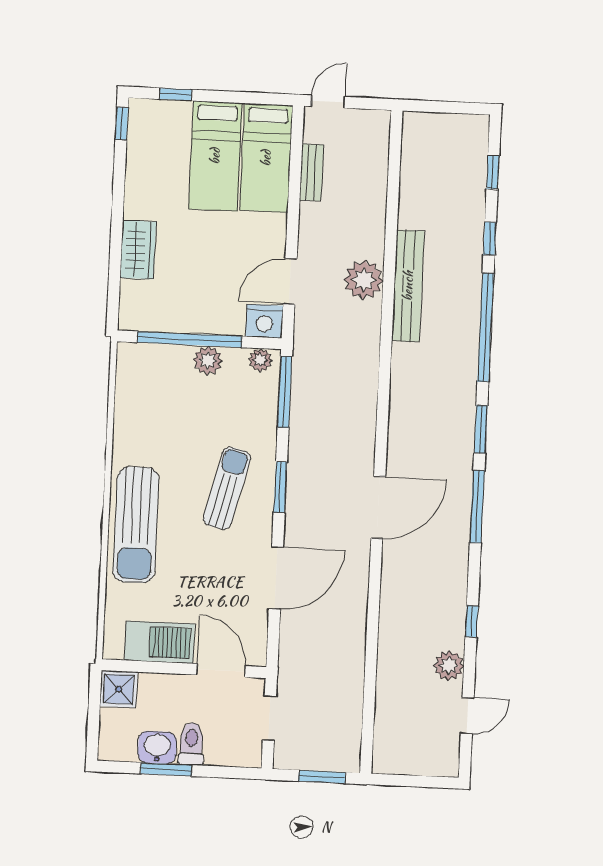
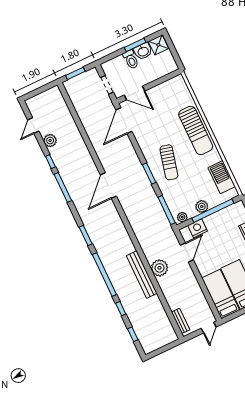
bench: (311, 172) -> (181, 321), moved
nightstand: (264, 321) -> (198, 228), moved
window: (477, 507) -> (63, 187), moved
sun lounger: (136, 525) -> (196, 130), turned 180
door: (276, 578) -> (124, 121), moved
barbecue: (159, 642) -> (222, 177), moved, turned 90
shower: (119, 689) -> (158, 45), moved

